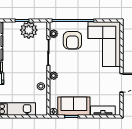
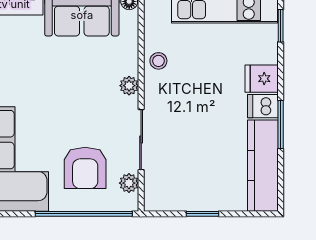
plant: (29, 30) -> (187, 191), removed
armchair: (72, 40) -> (85, 168), turned 180

